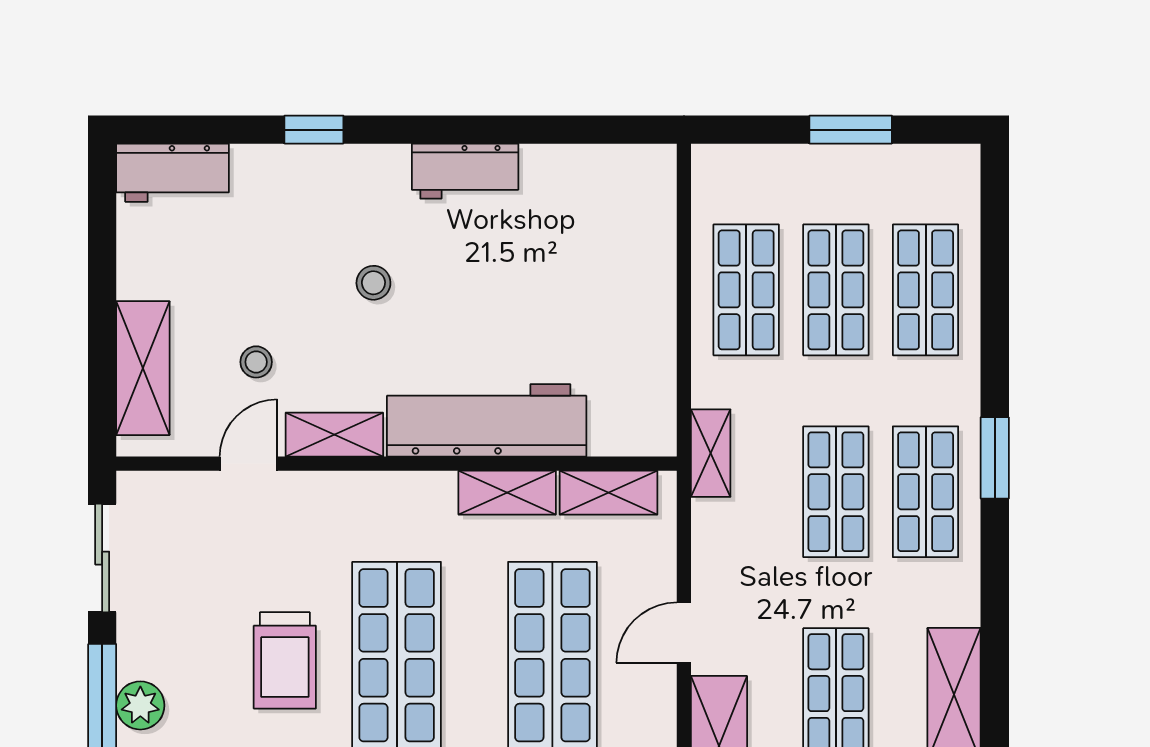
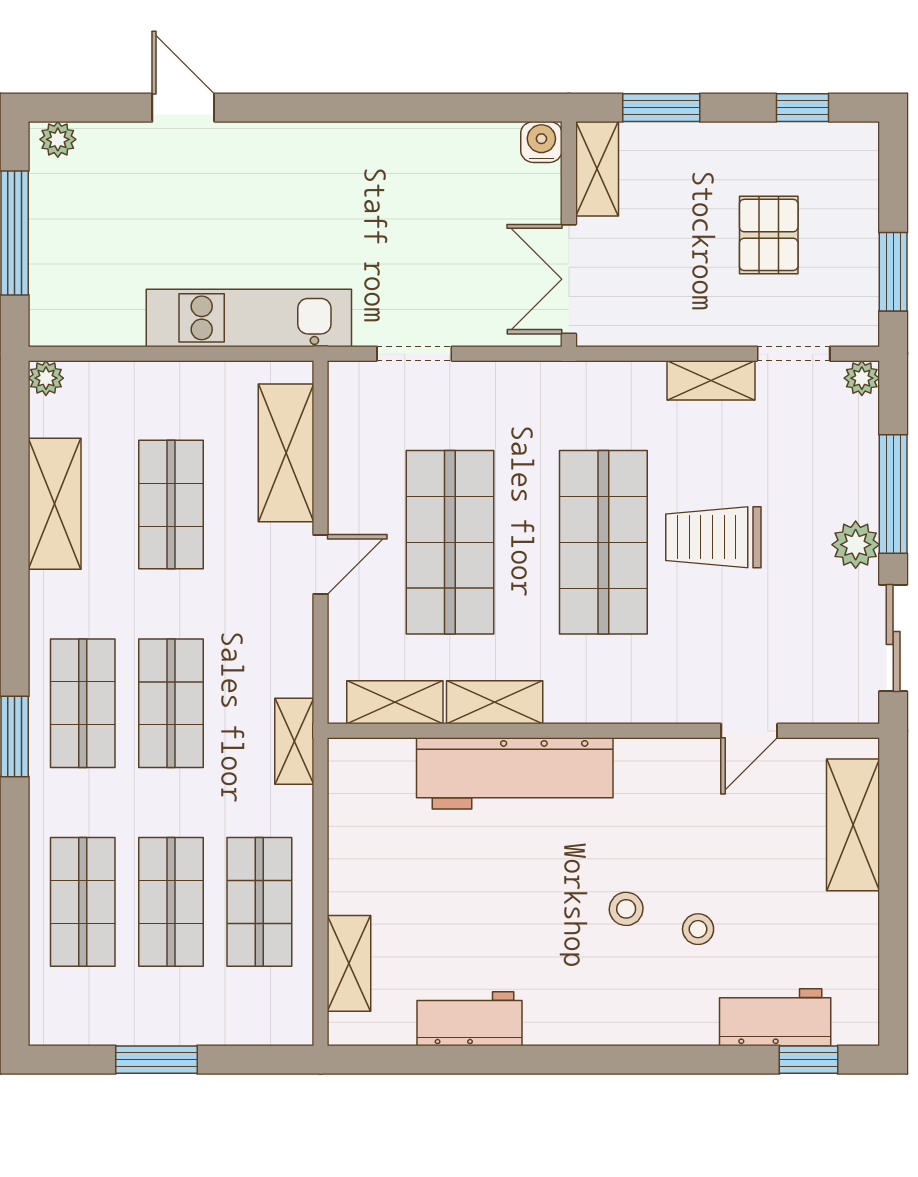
window: (314, 130) -> (808, 1060), moved
workbench: (465, 171) -> (470, 1019), moved
workbench: (173, 173) -> (775, 1017), moved
stool: (256, 362) -> (698, 929), moved
shelving: (334, 435) -> (349, 963), moved, turned 90
trolley: (285, 660) -> (713, 537), turned -90
plant: (140, 705) -> (856, 545), moved

